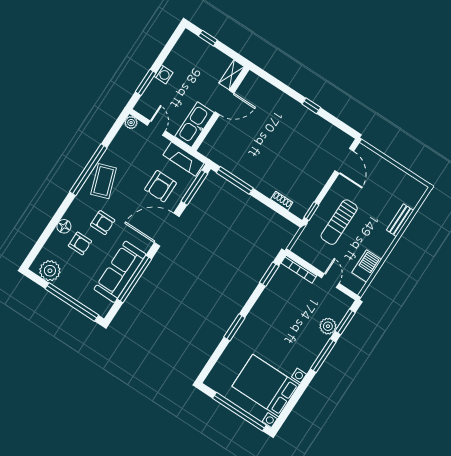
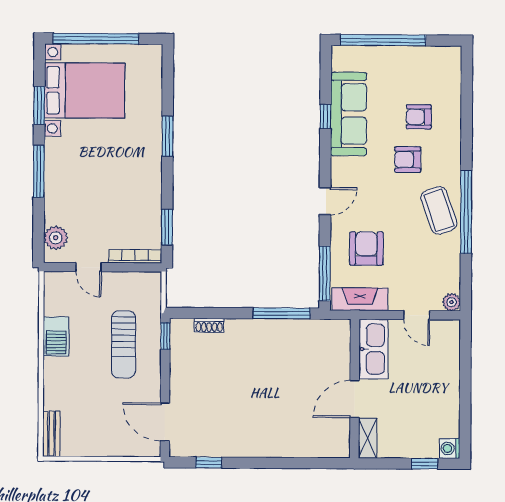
washing machine: (164, 74) -> (450, 448), moved
window: (146, 82) -> (465, 362), removed
window: (311, 106) -> (209, 463), moved
bench: (400, 220) -> (51, 434), moved
sun lounger: (339, 222) -> (123, 344), turned 180
floor lamp: (64, 226) -> (451, 125), removed
door: (167, 230) -> (325, 201), width x0.53
barbecue: (367, 266) -> (56, 337), moved
plant: (50, 271) -> (434, 61), removed
window: (134, 279) -> (326, 117), width x0.32
window: (345, 322) -> (39, 105), moved
plant: (328, 326) -> (56, 238), moved

